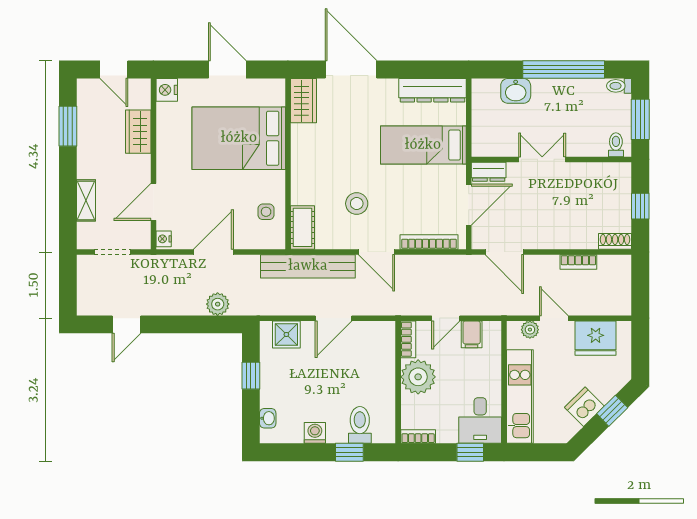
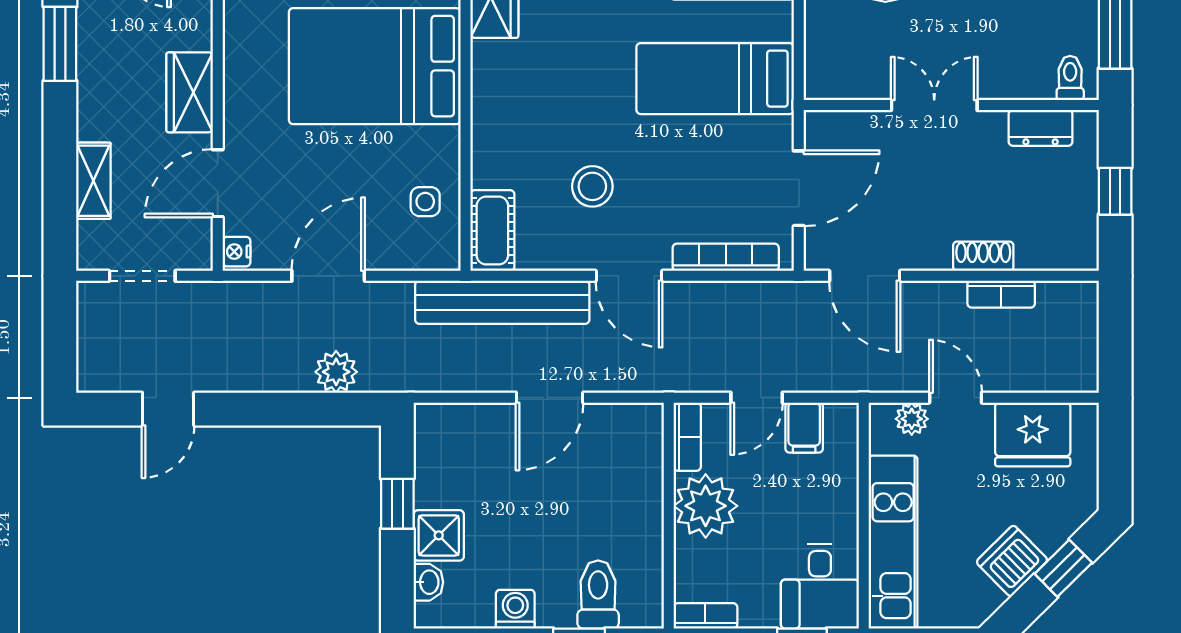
wardrobe: (138, 132) -> (190, 92), moved
dresser: (489, 172) -> (1041, 128), moved
shoe rack: (615, 241) -> (983, 256), moved
shower: (286, 334) -> (439, 535), moved

